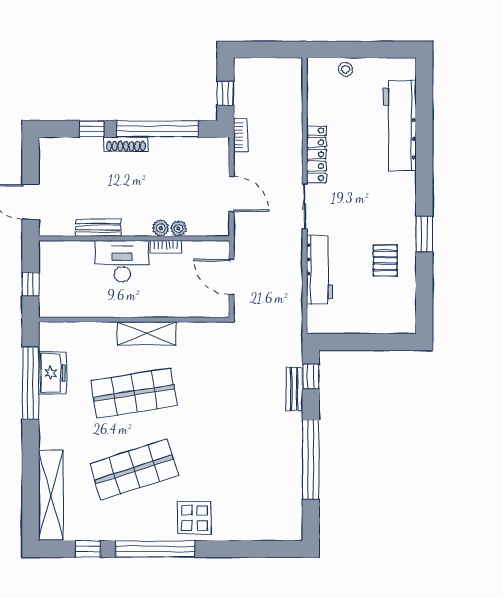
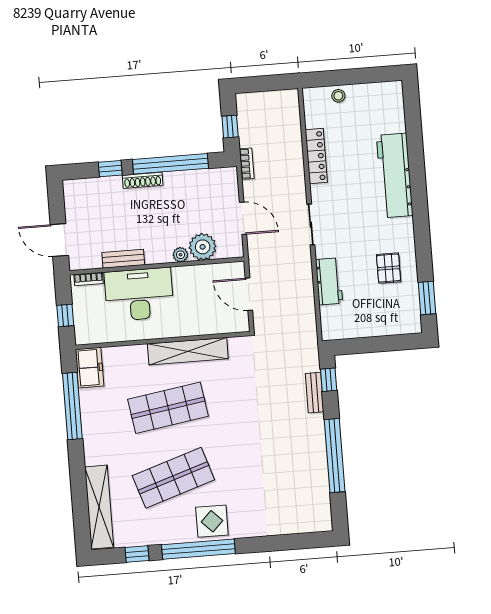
workbench: (400, 125) -> (395, 175), moved
locker: (316, 154) -> (316, 156), moved
plant: (178, 228) -> (203, 247), width x1.87, depth x1.87
window: (424, 234) -> (427, 298), moved
bookcase: (166, 247) -> (89, 279), moved
desk: (122, 261) -> (139, 294), width x1.36, depth x1.30
workbench: (320, 270) -> (329, 281), width x0.73
shelving: (147, 333) -> (188, 351), width x1.47
freezer: (53, 373) -> (90, 368), moved
display table: (194, 518) -> (212, 521), moved

